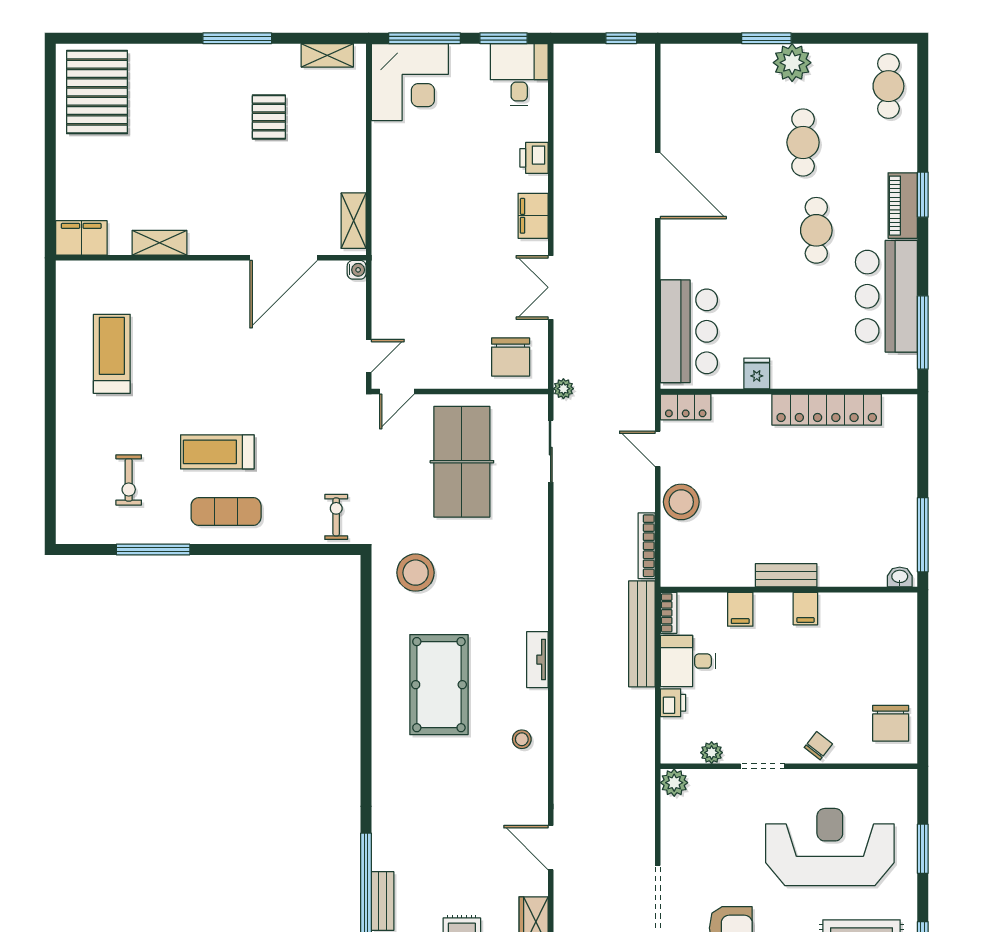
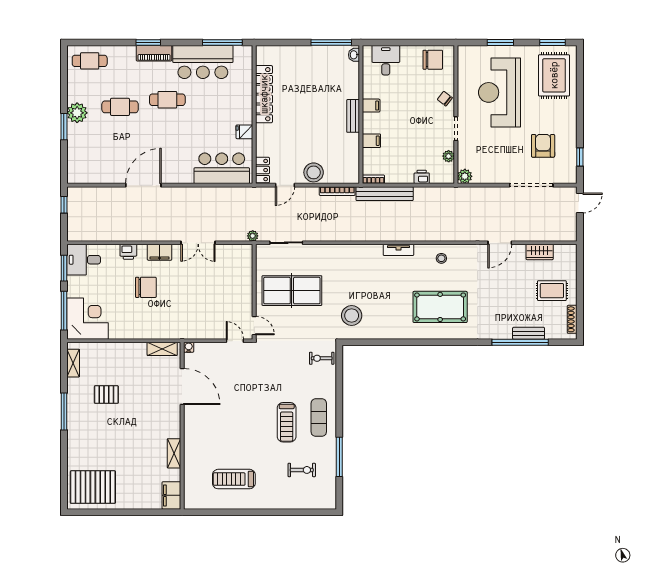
chair: (511, 357) -> (146, 287), moved
desk: (688, 661) -> (386, 60), moved, turned 180
pool table: (439, 685) -> (440, 307), moved

